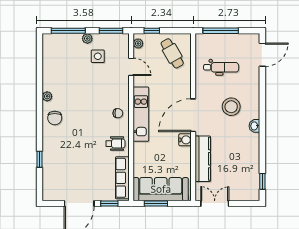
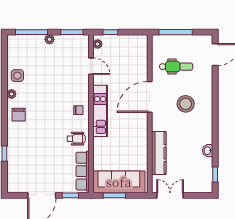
cafe table: (172, 53) -> (130, 53), removed
side table: (98, 56) -> (17, 76), moved
door: (193, 115) -> (150, 97), moved
washbasin: (254, 126) -> (208, 151), moved
water cooler: (185, 140) -> (142, 135), removed

